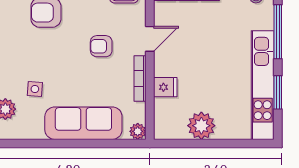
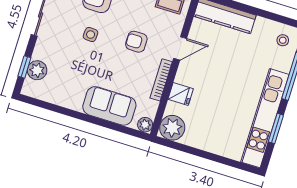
side table: (35, 89) -> (91, 35), moved
sofa: (83, 123) -> (109, 106), width x0.73
plant: (201, 126) -> (172, 128), moved

